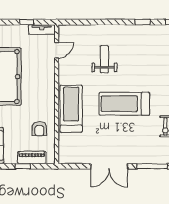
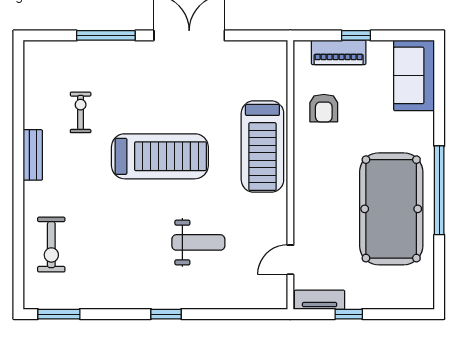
window: (142, 22) -> (166, 314), moved
weight bench: (104, 59) -> (198, 242), turned -90
armchair: (39, 129) -> (324, 108), turned 180

